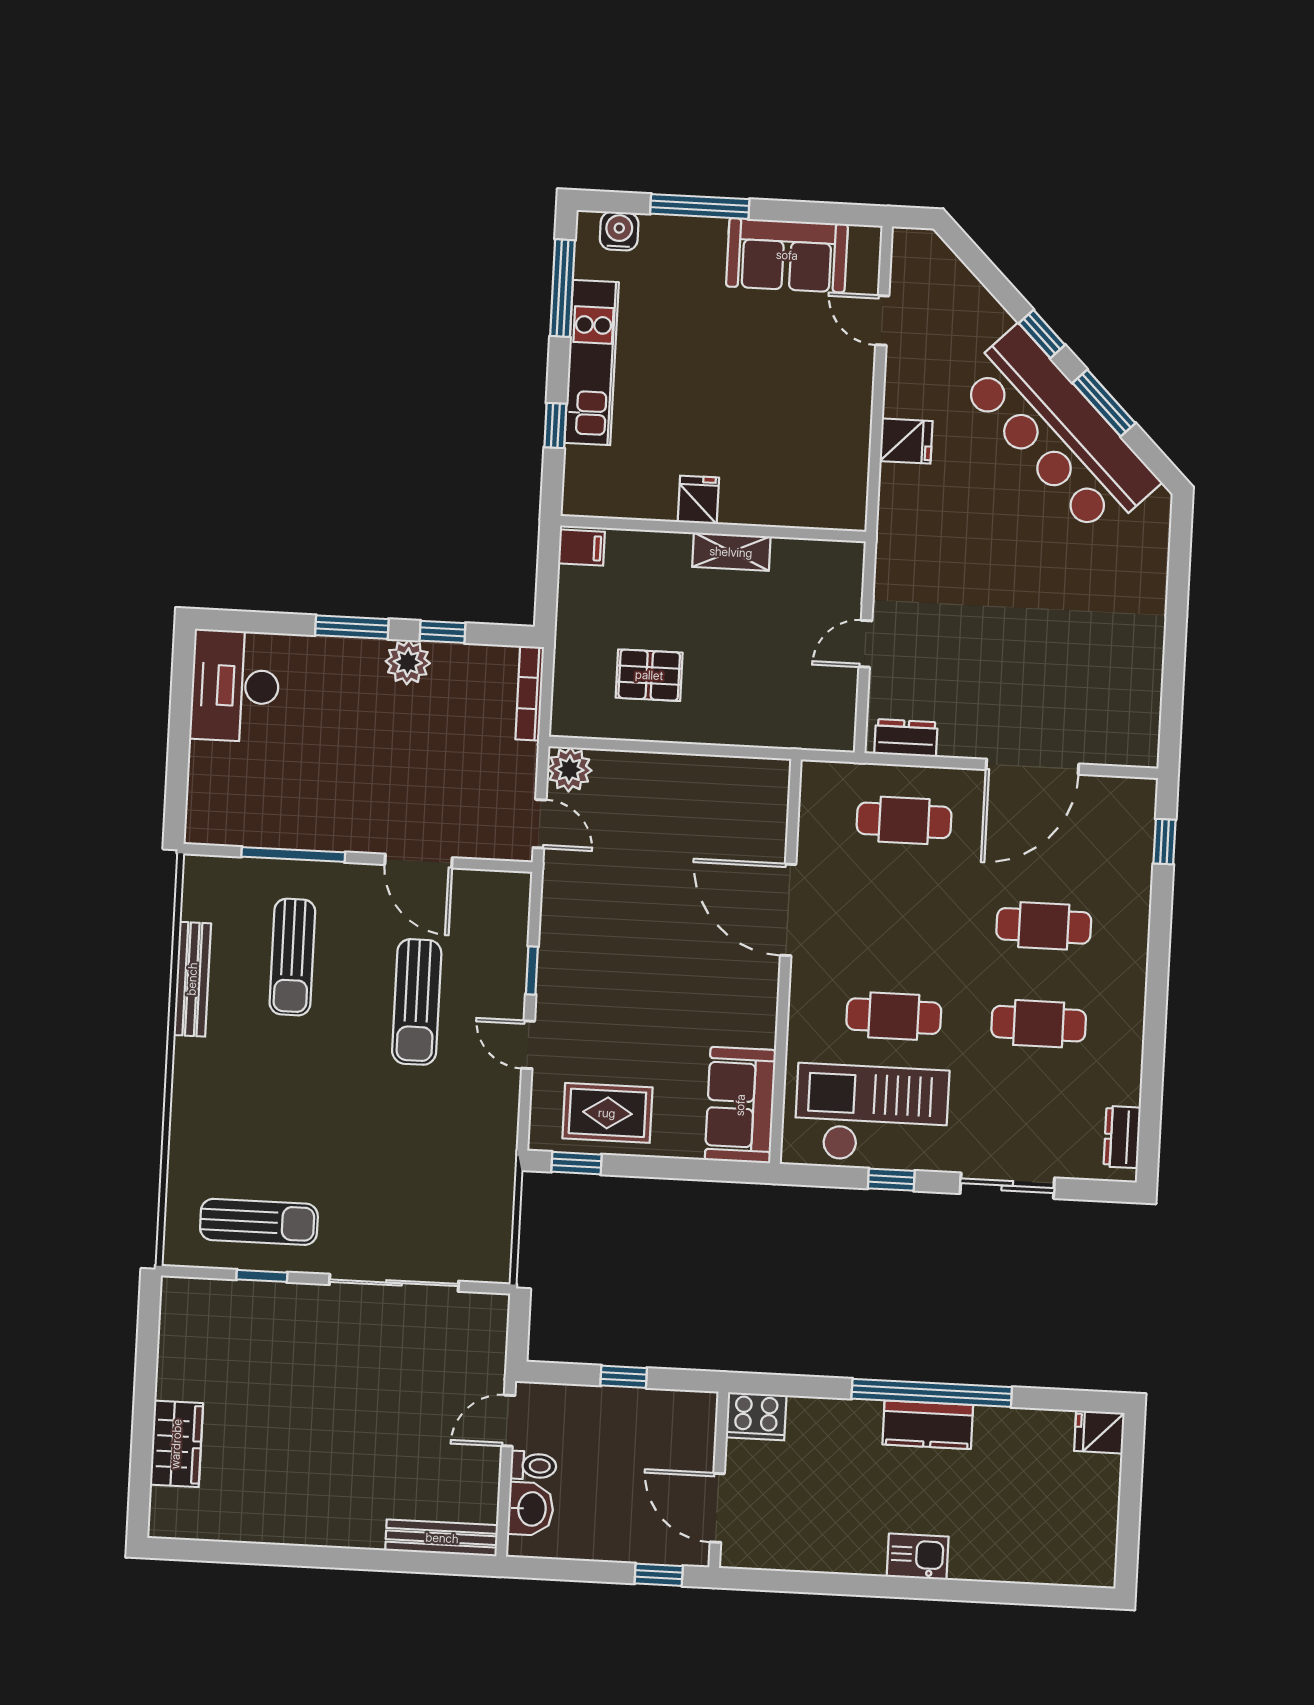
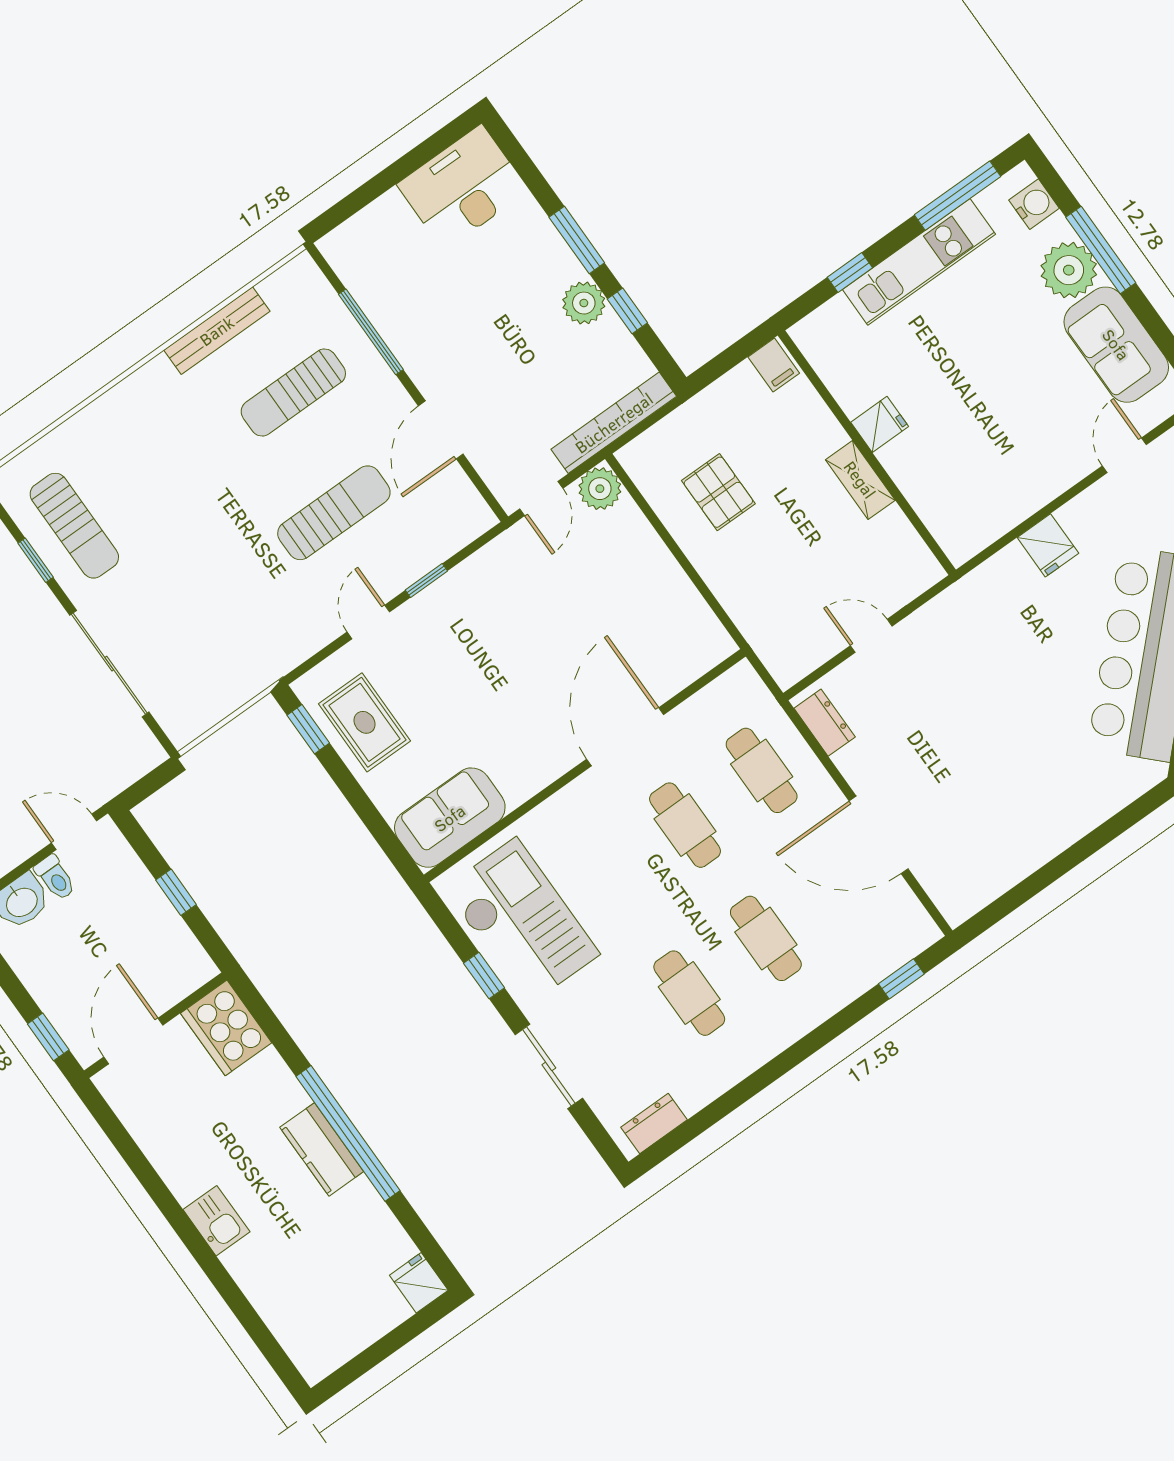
plant: (695, 246) -> (1069, 270), added
bookcase: (530, 693) -> (614, 423), width x1.48, depth x1.31
sun lounger: (417, 1002) -> (334, 513), turned 180
cafe table: (894, 1016) -> (685, 825), moved
cooker: (756, 1416) -> (226, 1028), width x1.37, depth x1.31

